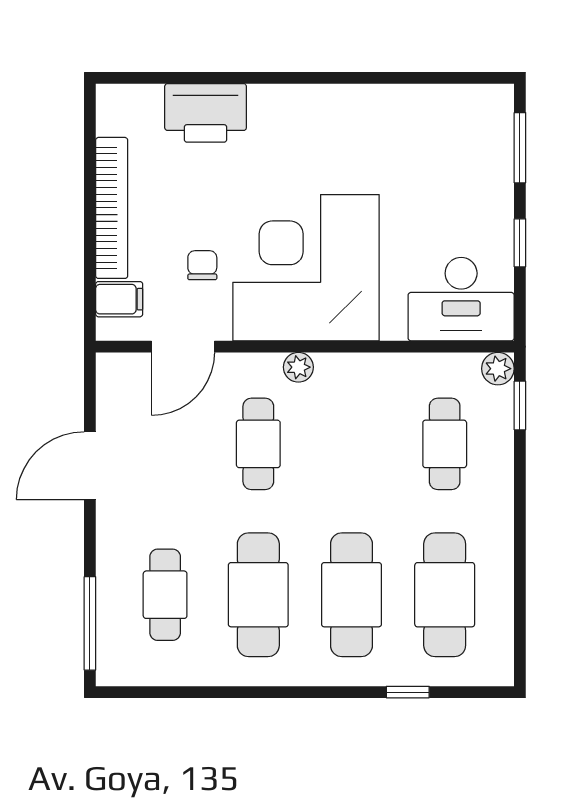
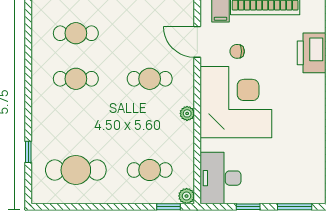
chair: (202, 265) -> (237, 51), turned 180
plant: (298, 367) -> (187, 113), moved
cafe table: (258, 595) -> (76, 79), width x0.73, depth x0.74
cafe table: (351, 595) -> (76, 124), removed

